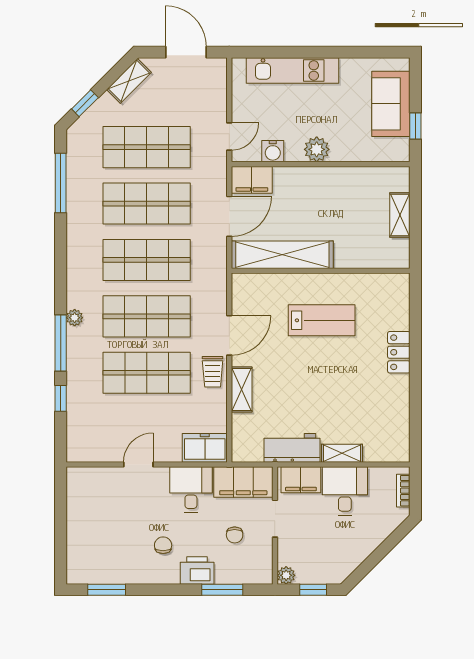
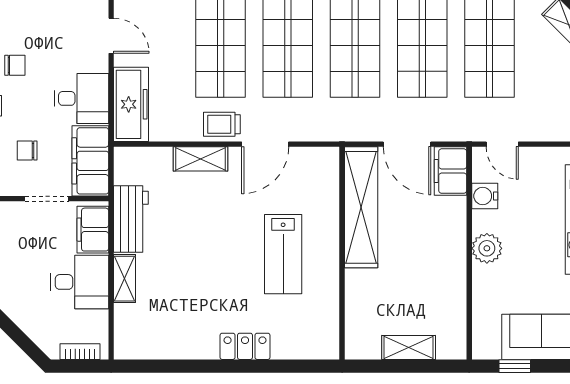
door: (229, 335) -> (265, 144), hinge flipped
freezer: (205, 448) -> (131, 104), width x1.40

